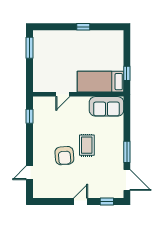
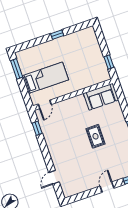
bed: (100, 82) -> (45, 78), moved, turned 180
door: (63, 94) -> (45, 104), moved
armchair: (64, 156) -> (79, 152), removed

